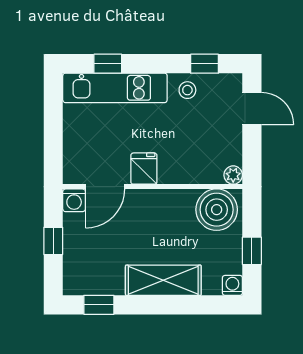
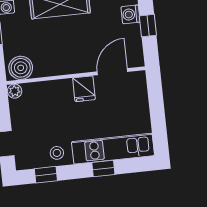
window: (108, 64) -> (103, 169), moved
washing machine: (74, 200) -> (131, 14), moved, turned -90
boiler: (217, 210) -> (21, 68), width x0.73, depth x0.73

